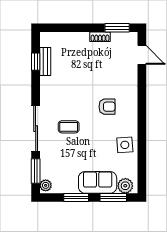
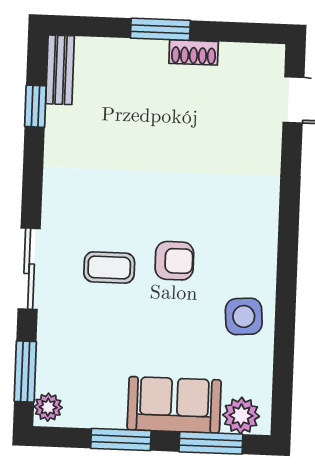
window: (117, 28) -> (160, 29), moved
bench: (45, 62) -> (60, 70), moved
armchair: (107, 107) -> (174, 261), moved
sliding door: (36, 129) -> (29, 269), width x0.73

